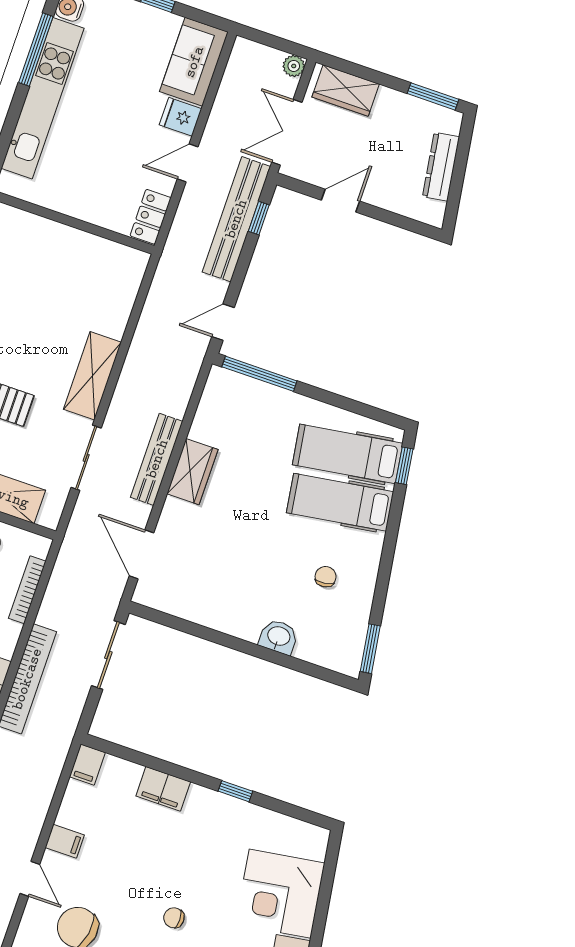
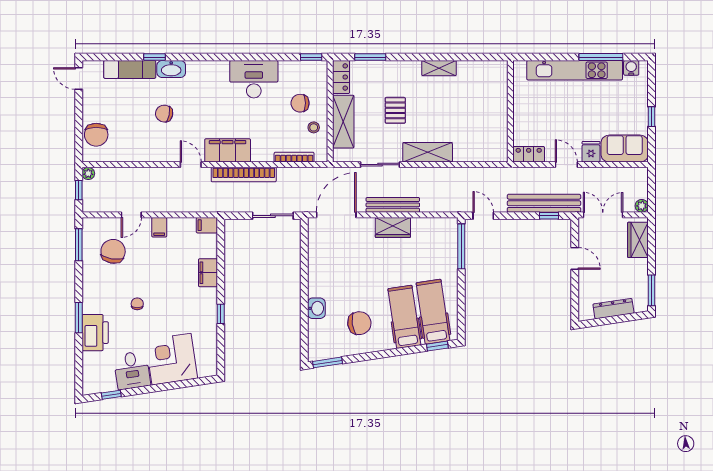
door: (141, 554) -> (336, 215), width x1.36
chair: (326, 577) -> (359, 323), width x1.87, depth x1.87

